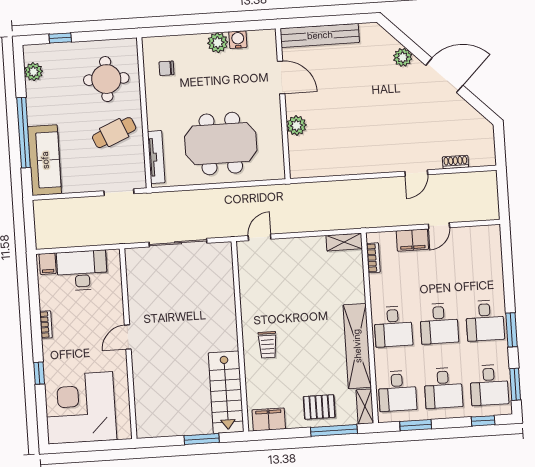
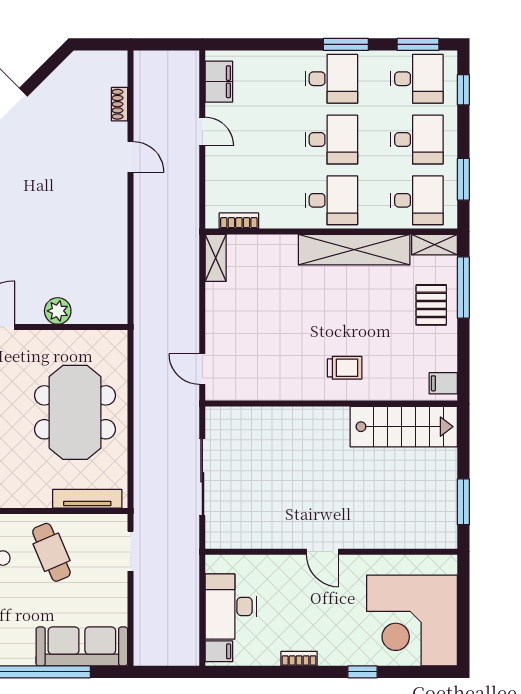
filing cabinet: (412, 240) -> (219, 82), moved
filing cabinet: (269, 419) -> (443, 383), width x0.50
window: (202, 439) -> (463, 502), moved

